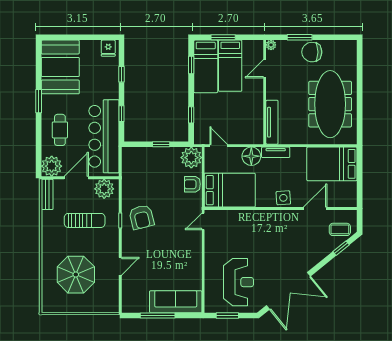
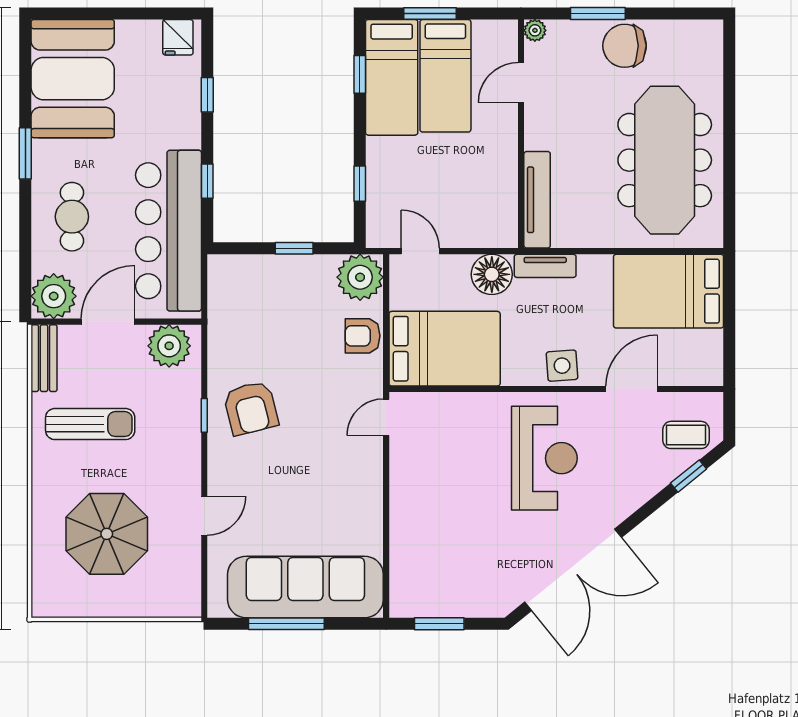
sun lounger: (85, 220) -> (90, 424), moved
reception desk: (239, 282) -> (544, 458), moved
sofa: (176, 302) -> (305, 587), width x1.36, depth x1.27

